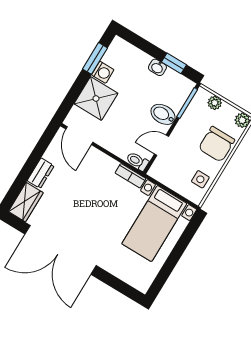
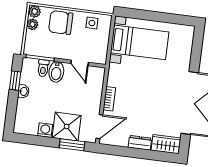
window: (95, 58) -> (72, 145), moved
plant: (215, 103) -> (32, 24), moved
chair: (217, 144) -> (61, 23), turned 180
toilet: (137, 161) -> (43, 68), moved
bookcase: (130, 176) -> (109, 99), moved

